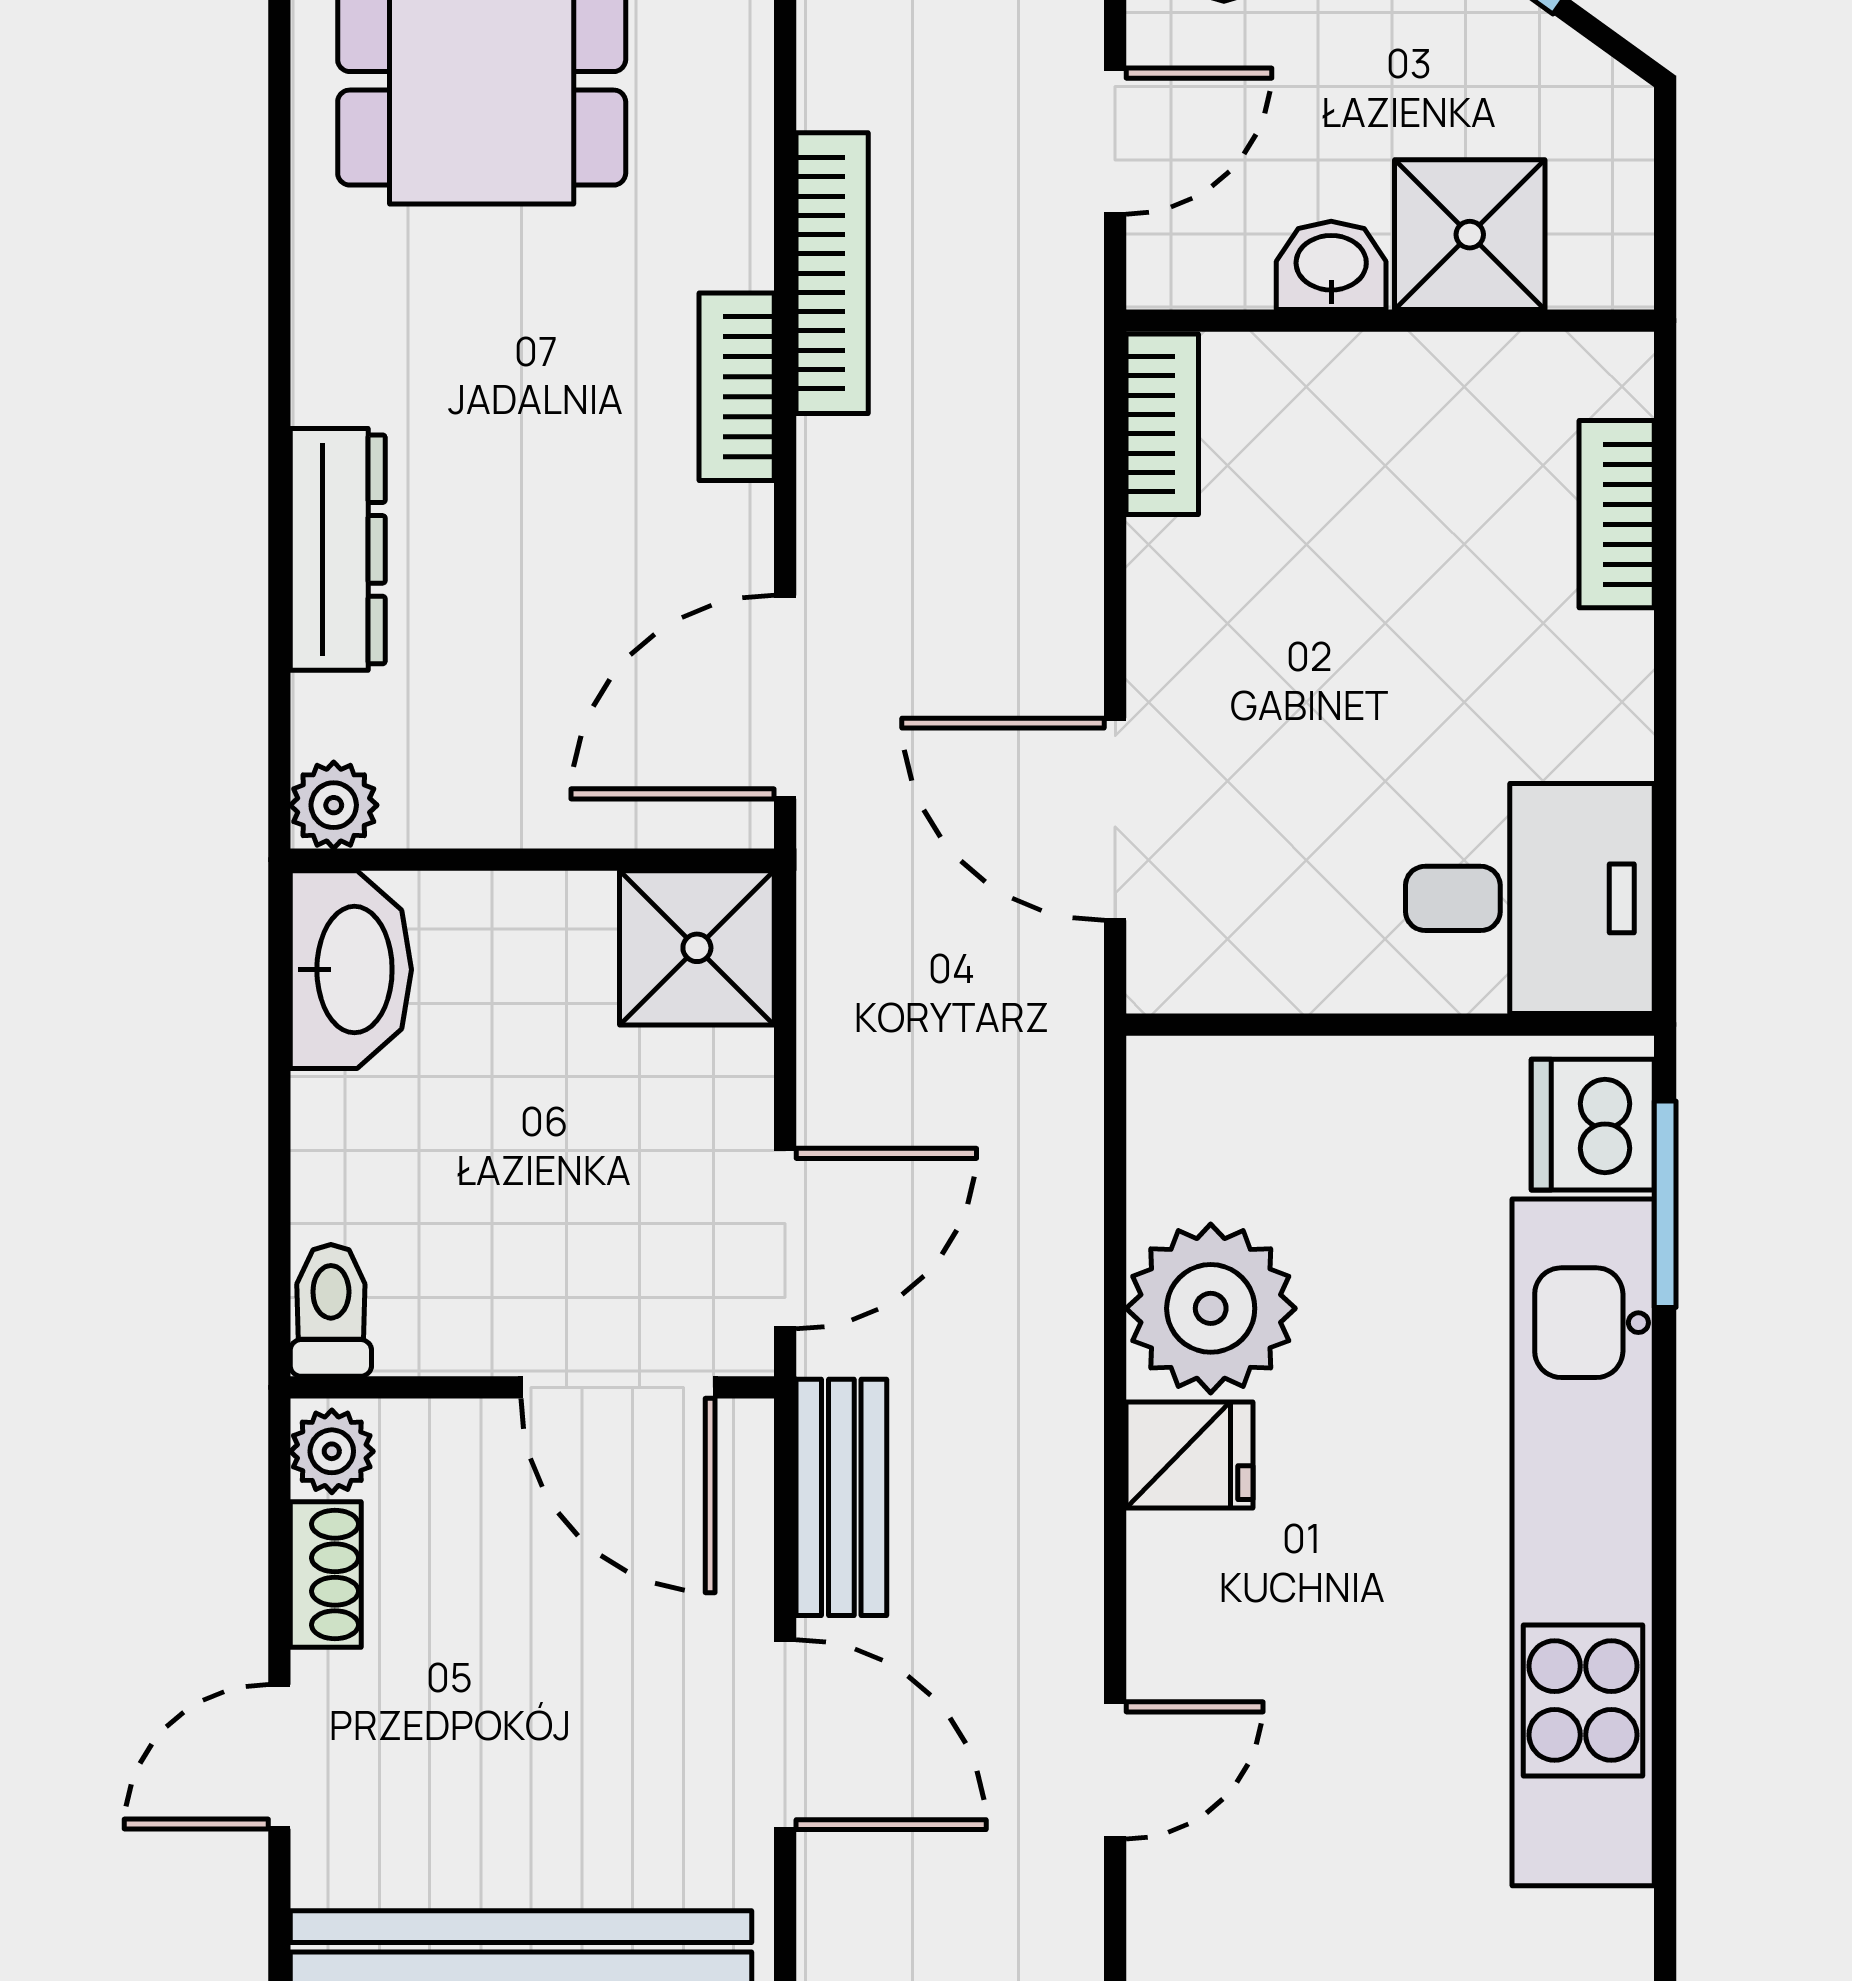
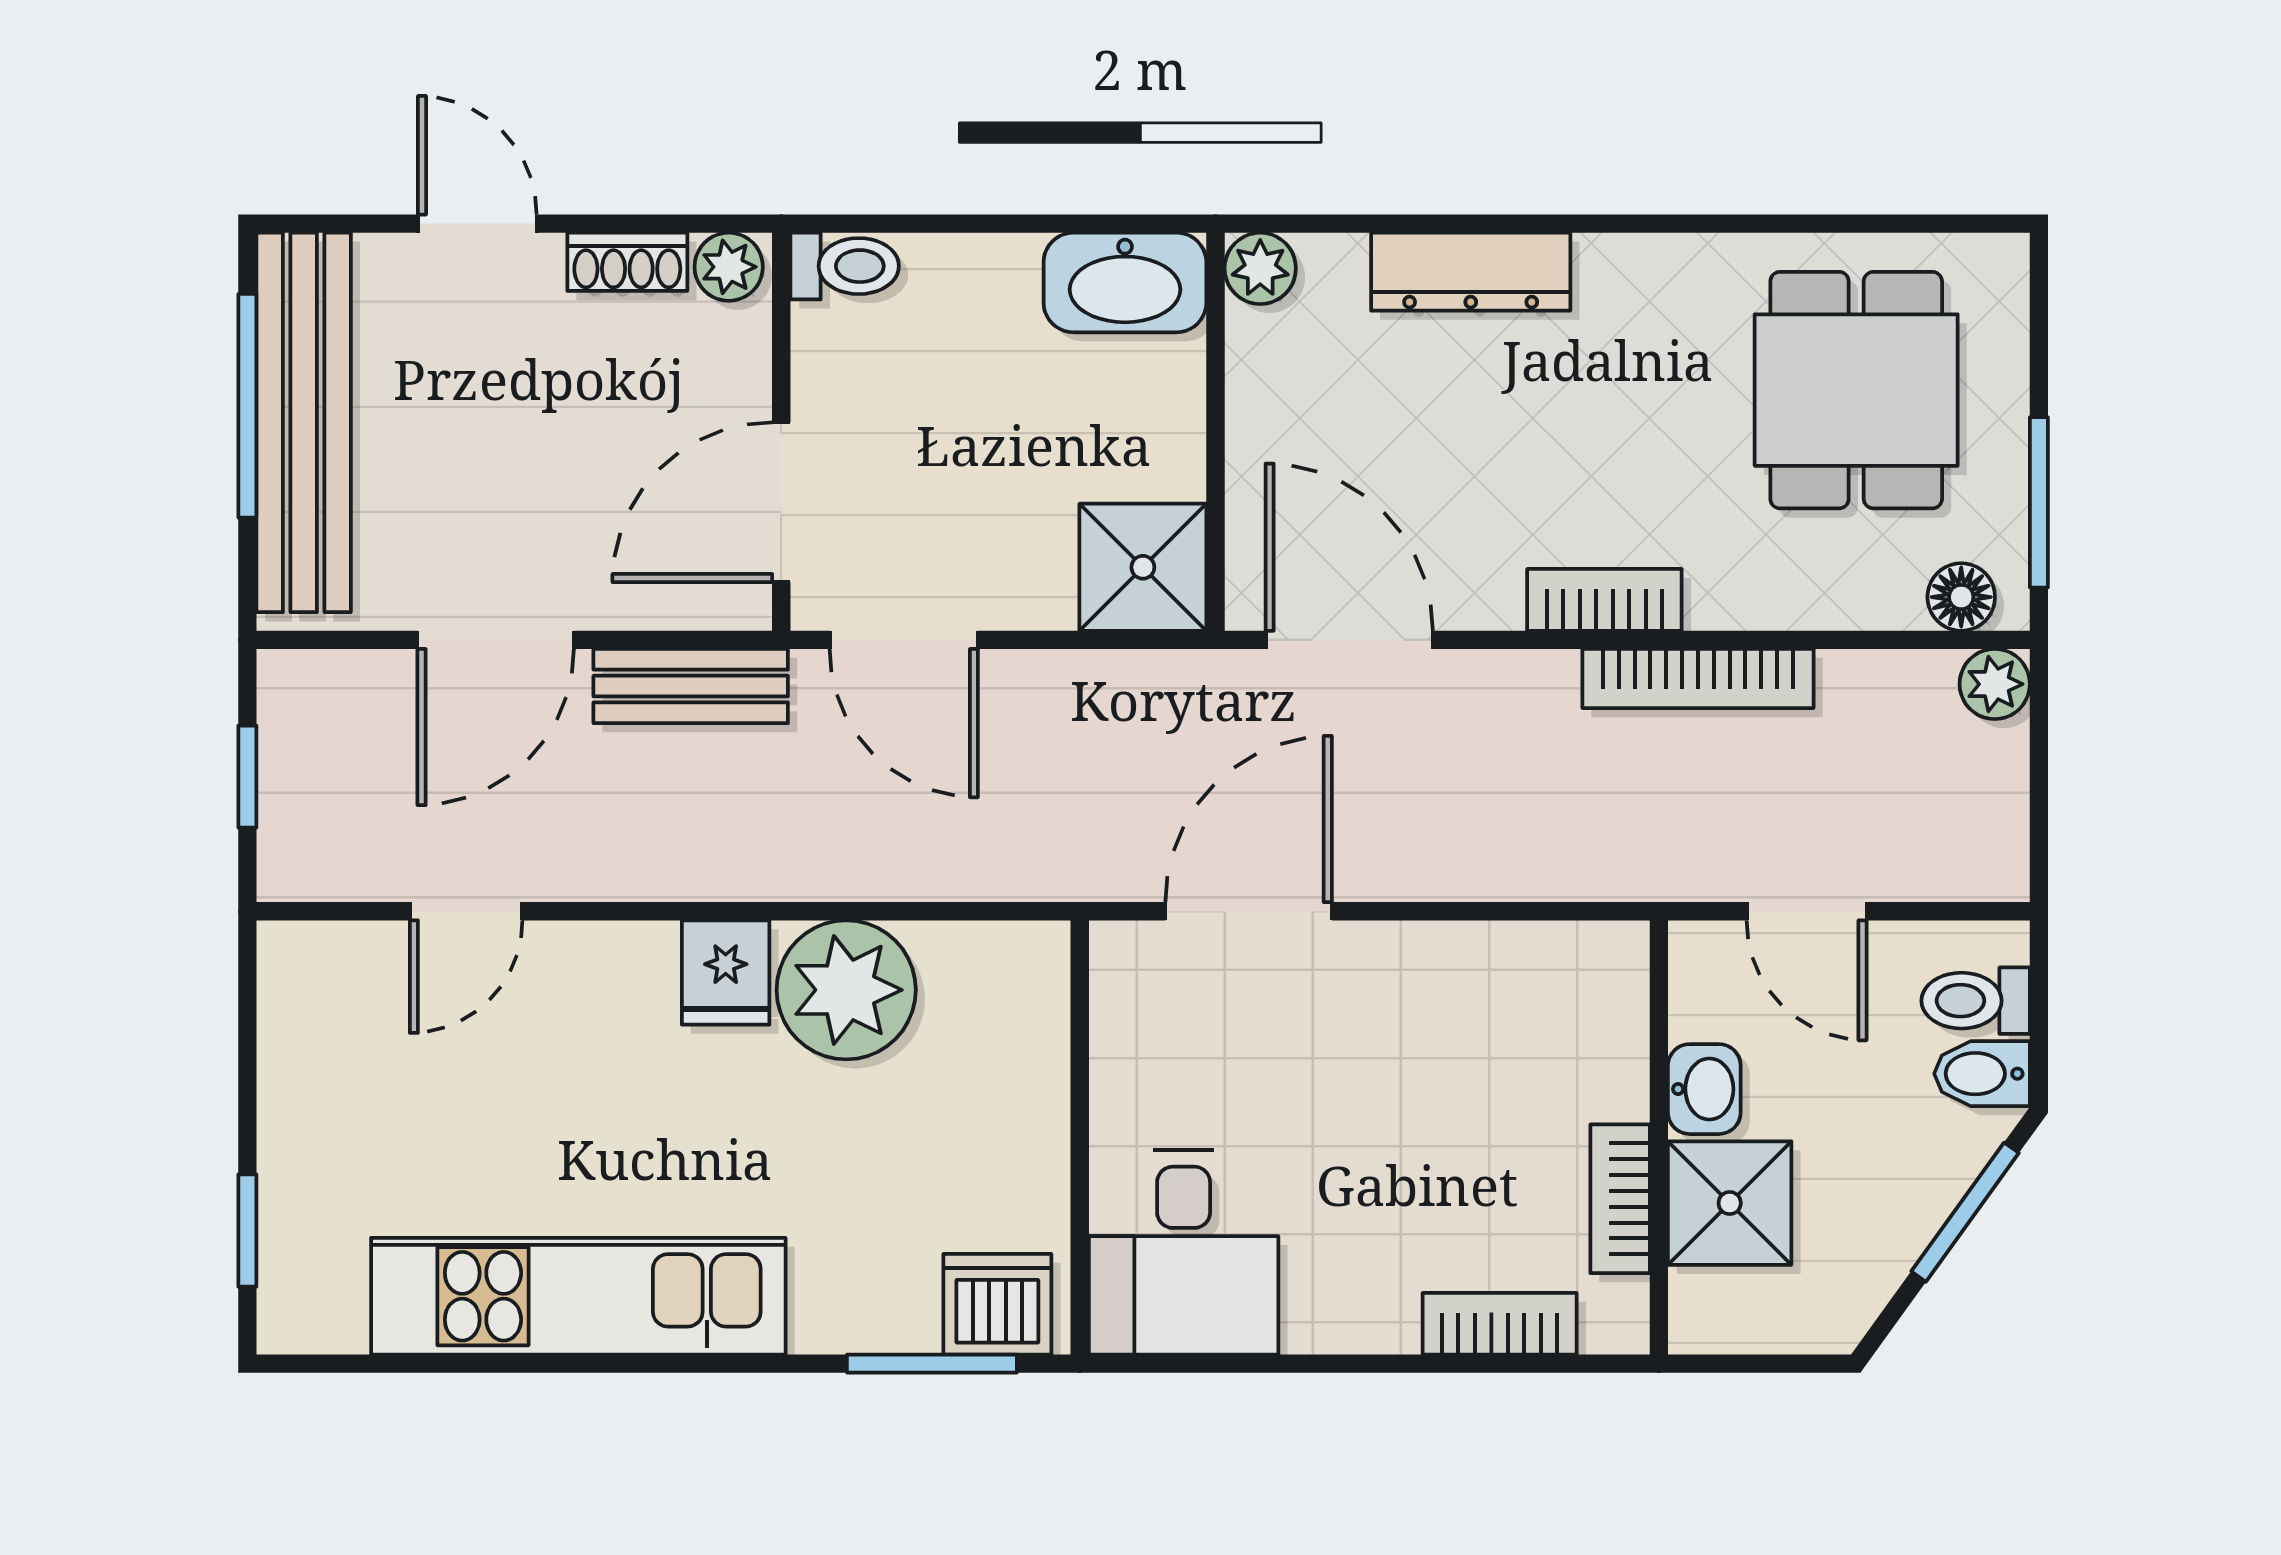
bookcase: (1162, 424) -> (1620, 1199), moved, turned 90
kitchen unit: (1583, 1542) -> (578, 1296), width x0.73
door: (1115, 1770) -> (466, 911), hinge flipped

